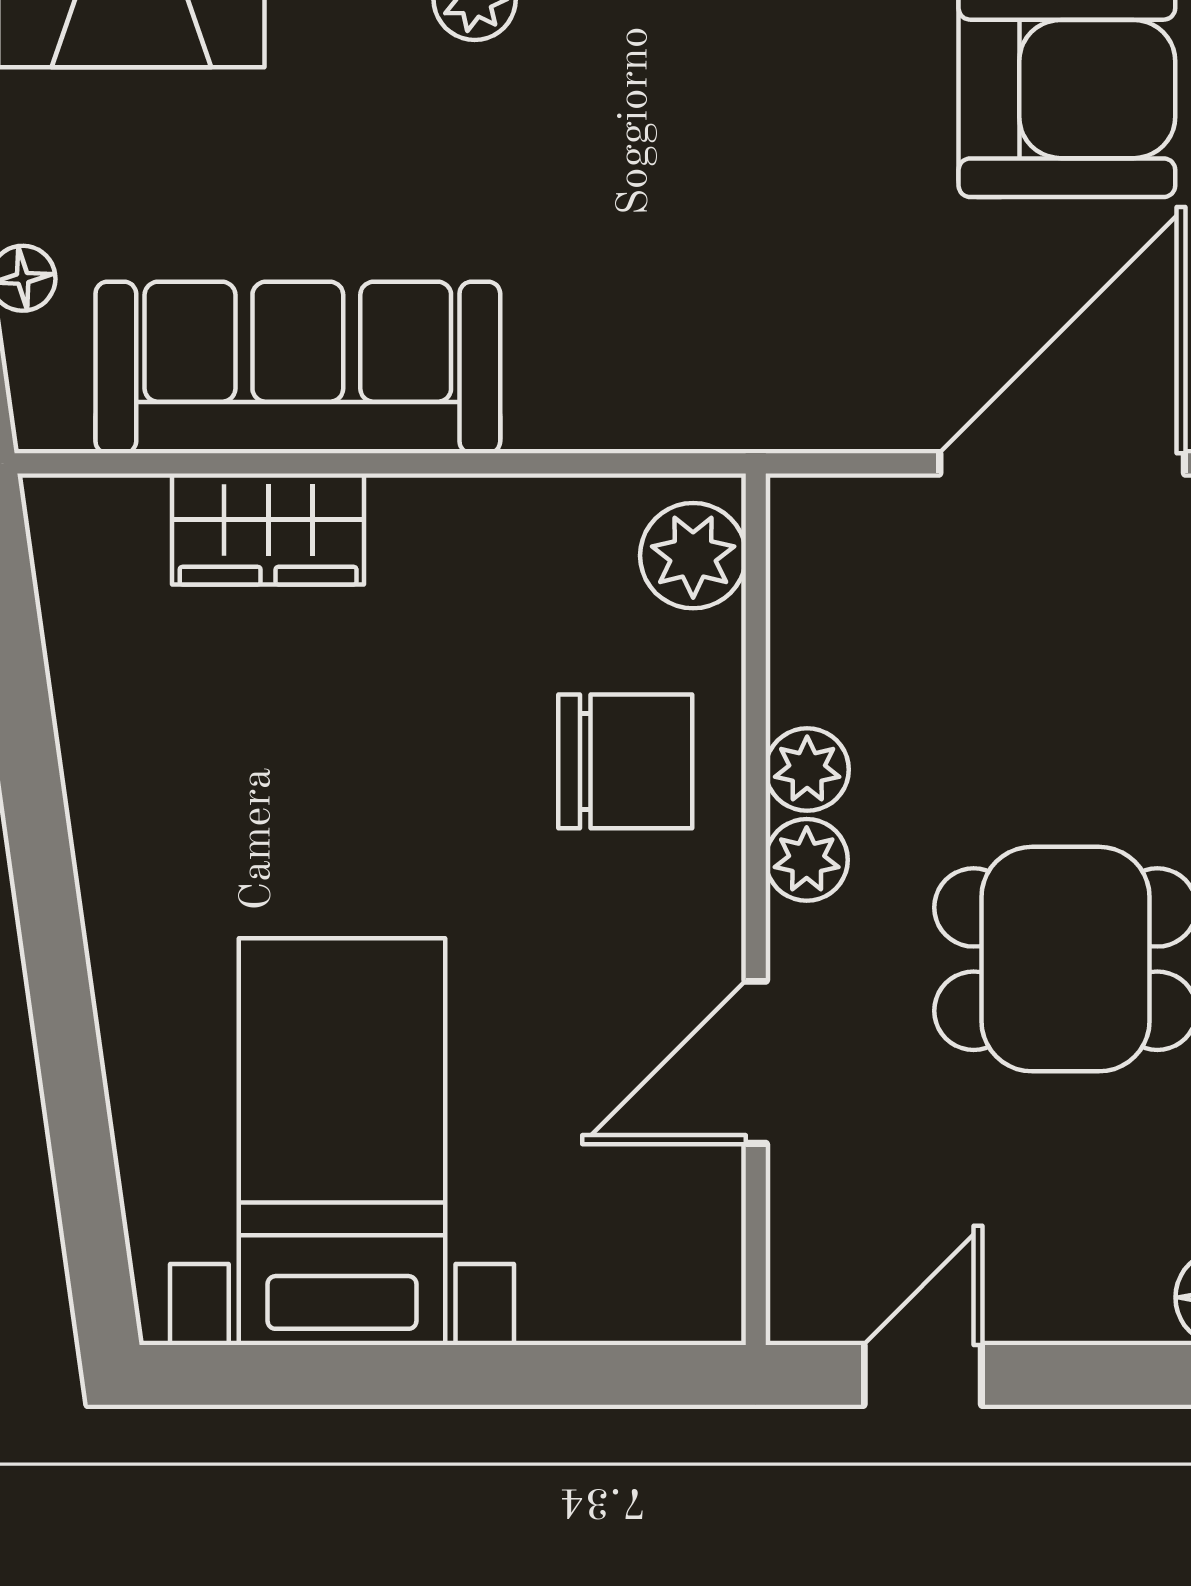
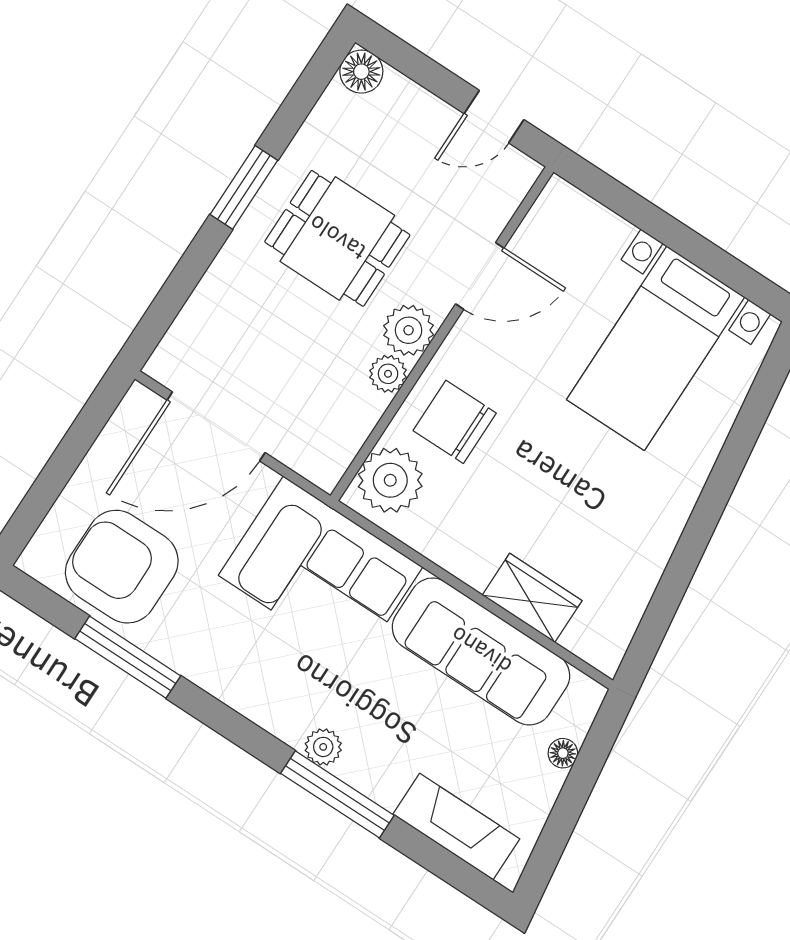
corner sofa: (693, 322) -> (321, 571), added
plant: (693, 556) -> (390, 480), width x1.36, depth x1.36
plant: (807, 860) -> (409, 330), width x1.38, depth x1.38

